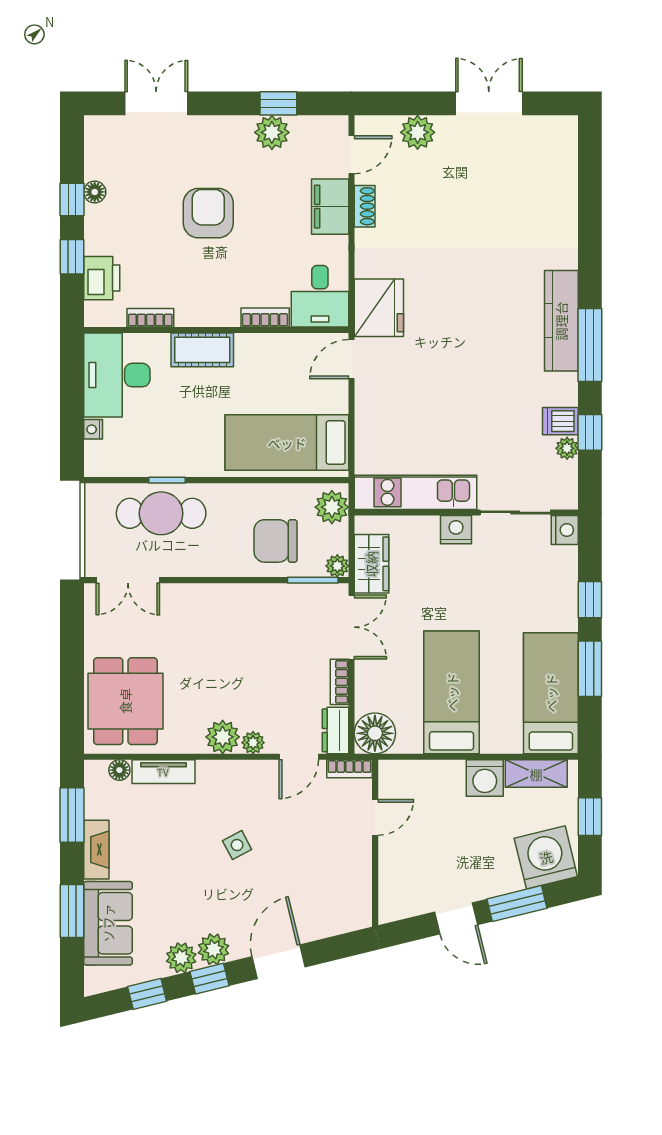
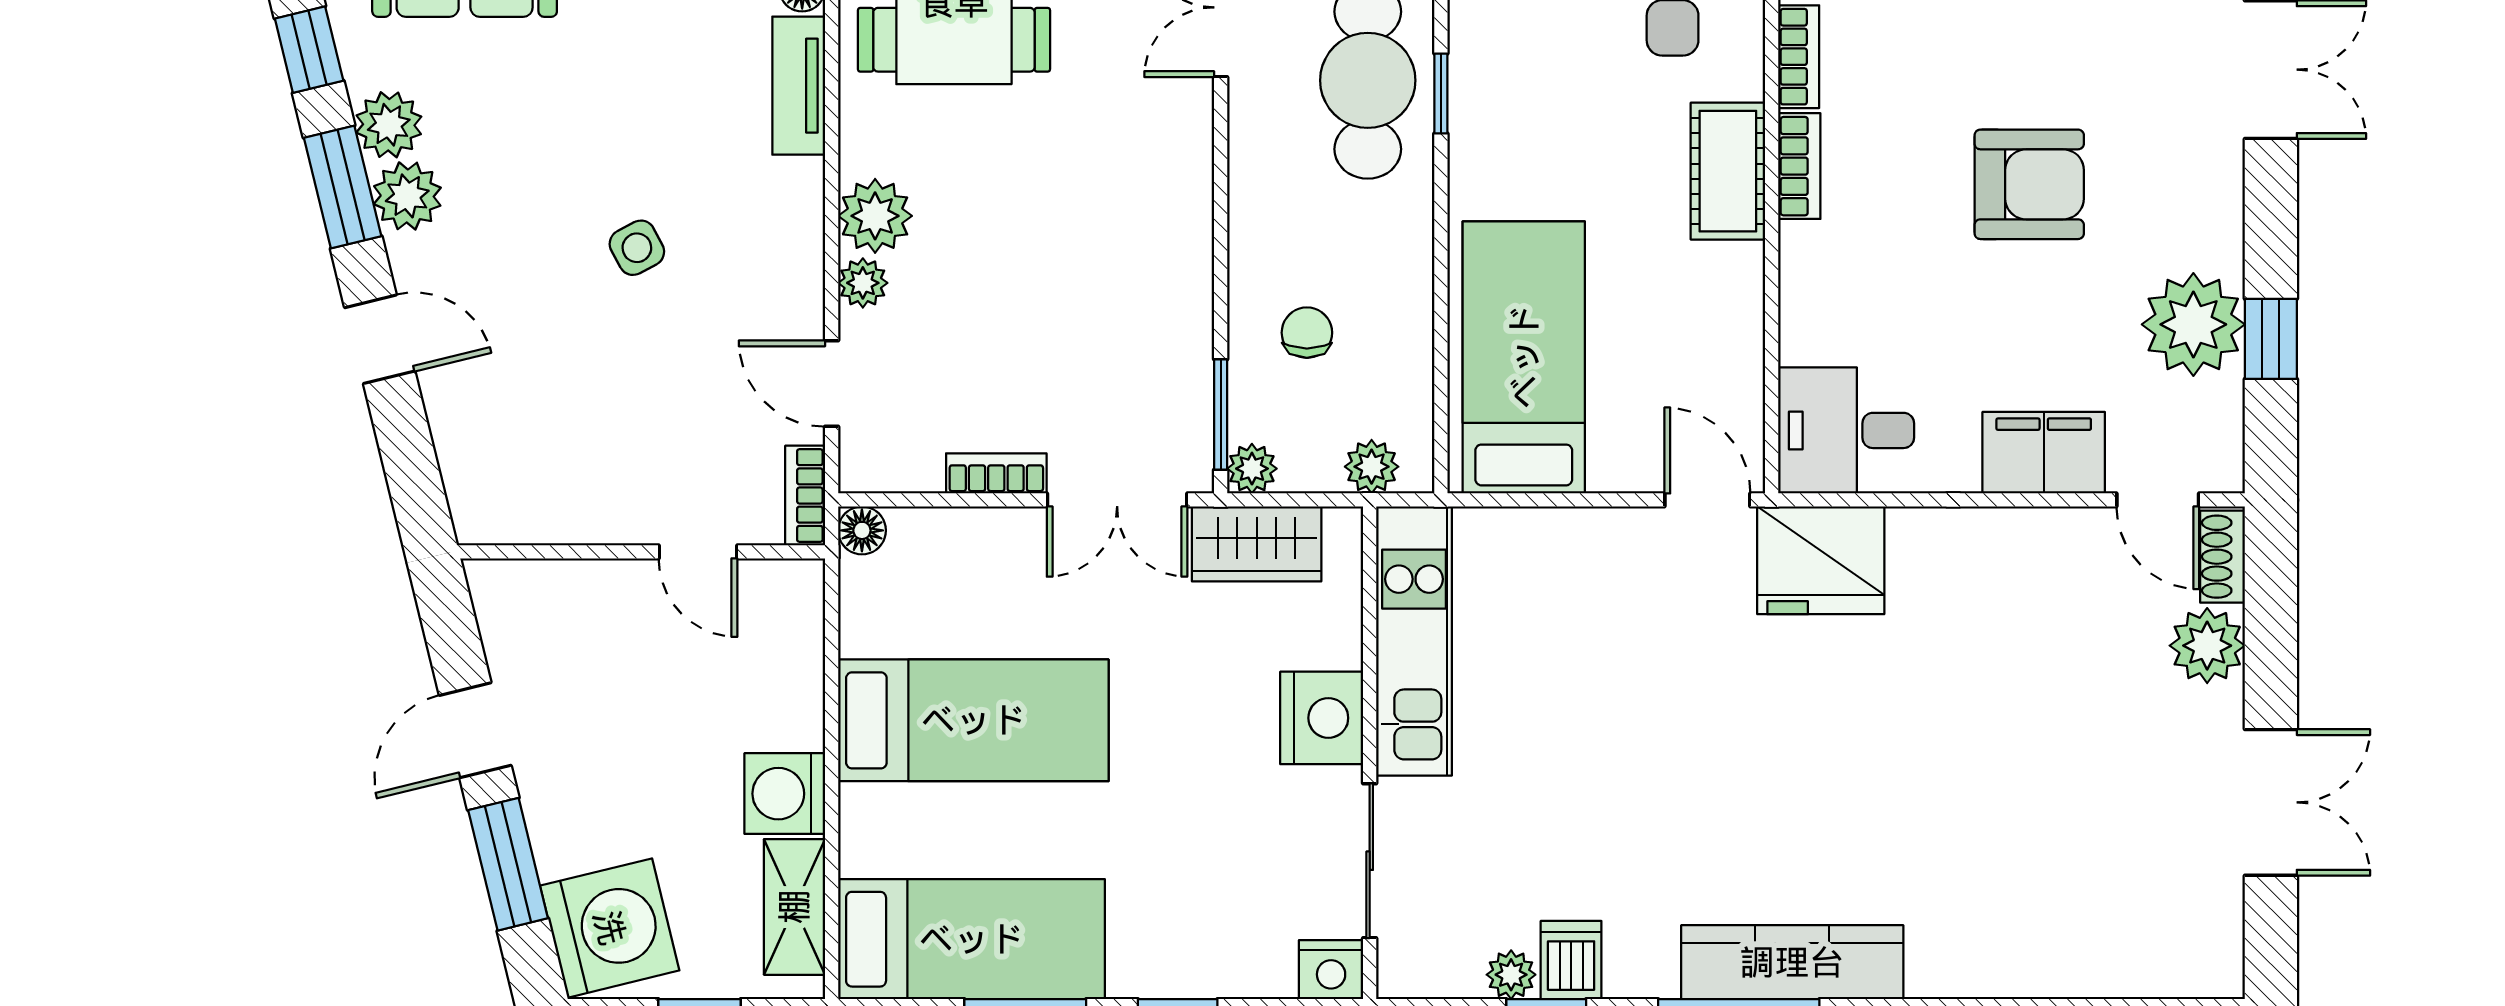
plant: (272, 132) -> (2193, 324), width x1.36, depth x1.36
shoe rack: (365, 206) -> (2223, 557), moved, turned 90
bookcase: (265, 317) -> (1799, 166), moved
plant: (332, 507) -> (1372, 467), width x0.73, depth x0.73
nightstand: (456, 530) -> (1322, 718), width x1.36, depth x1.33
chair: (276, 541) -> (1307, 333), width x0.54, depth x0.54
dresser: (335, 730) -> (889, 465), removed
floor lamp: (375, 733) -> (862, 530), width x0.53, depth x0.53
door: (279, 962) -> (380, 339), width x0.73
window: (210, 979) -> (343, 187), width x1.50

